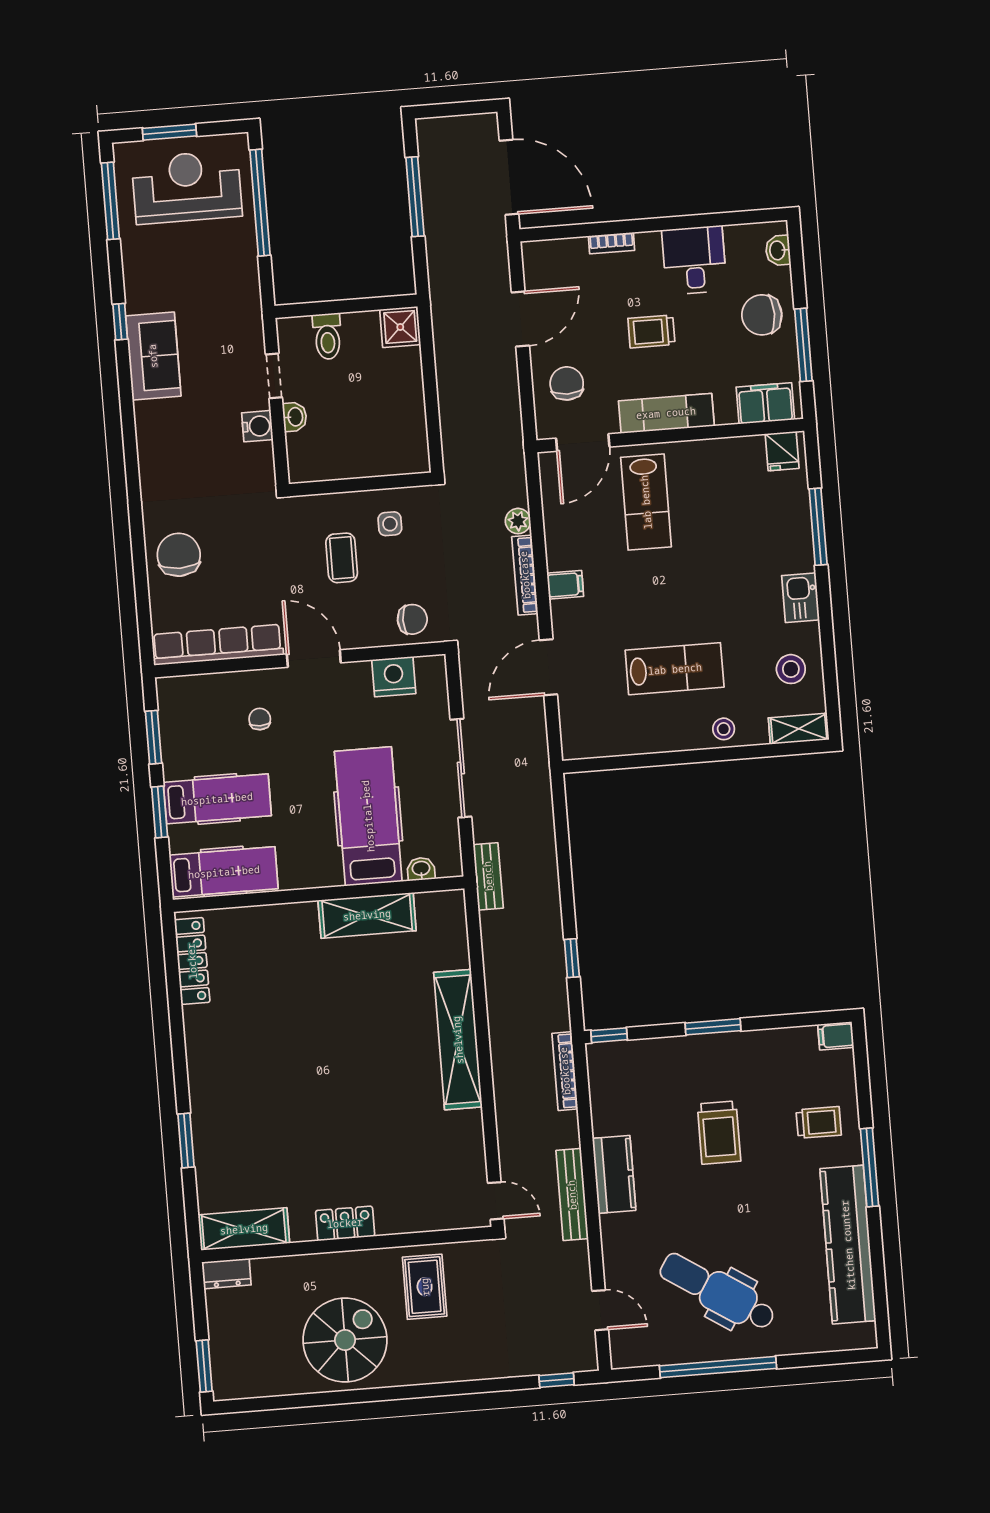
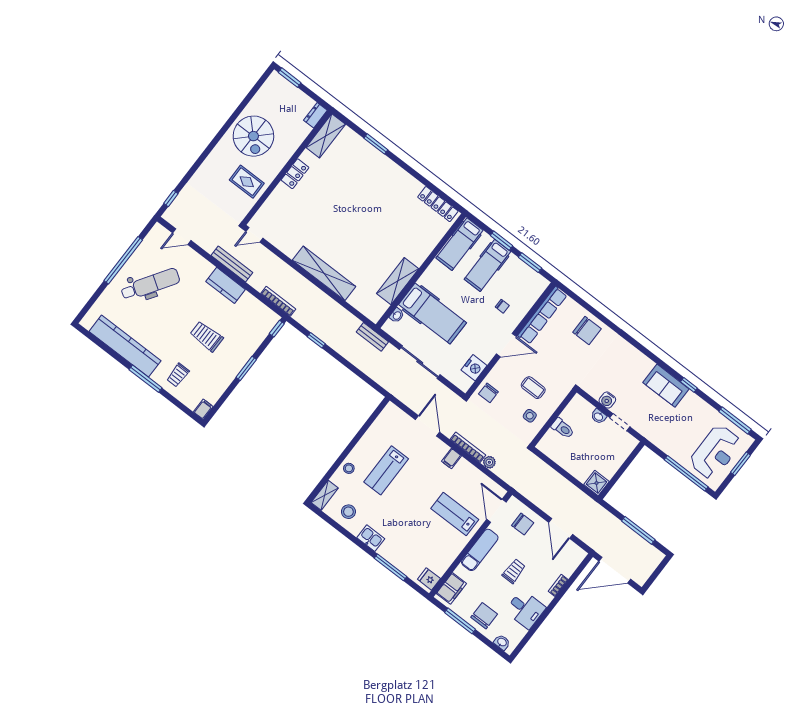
toilet: (327, 336) -> (563, 428), moved, turned 180

